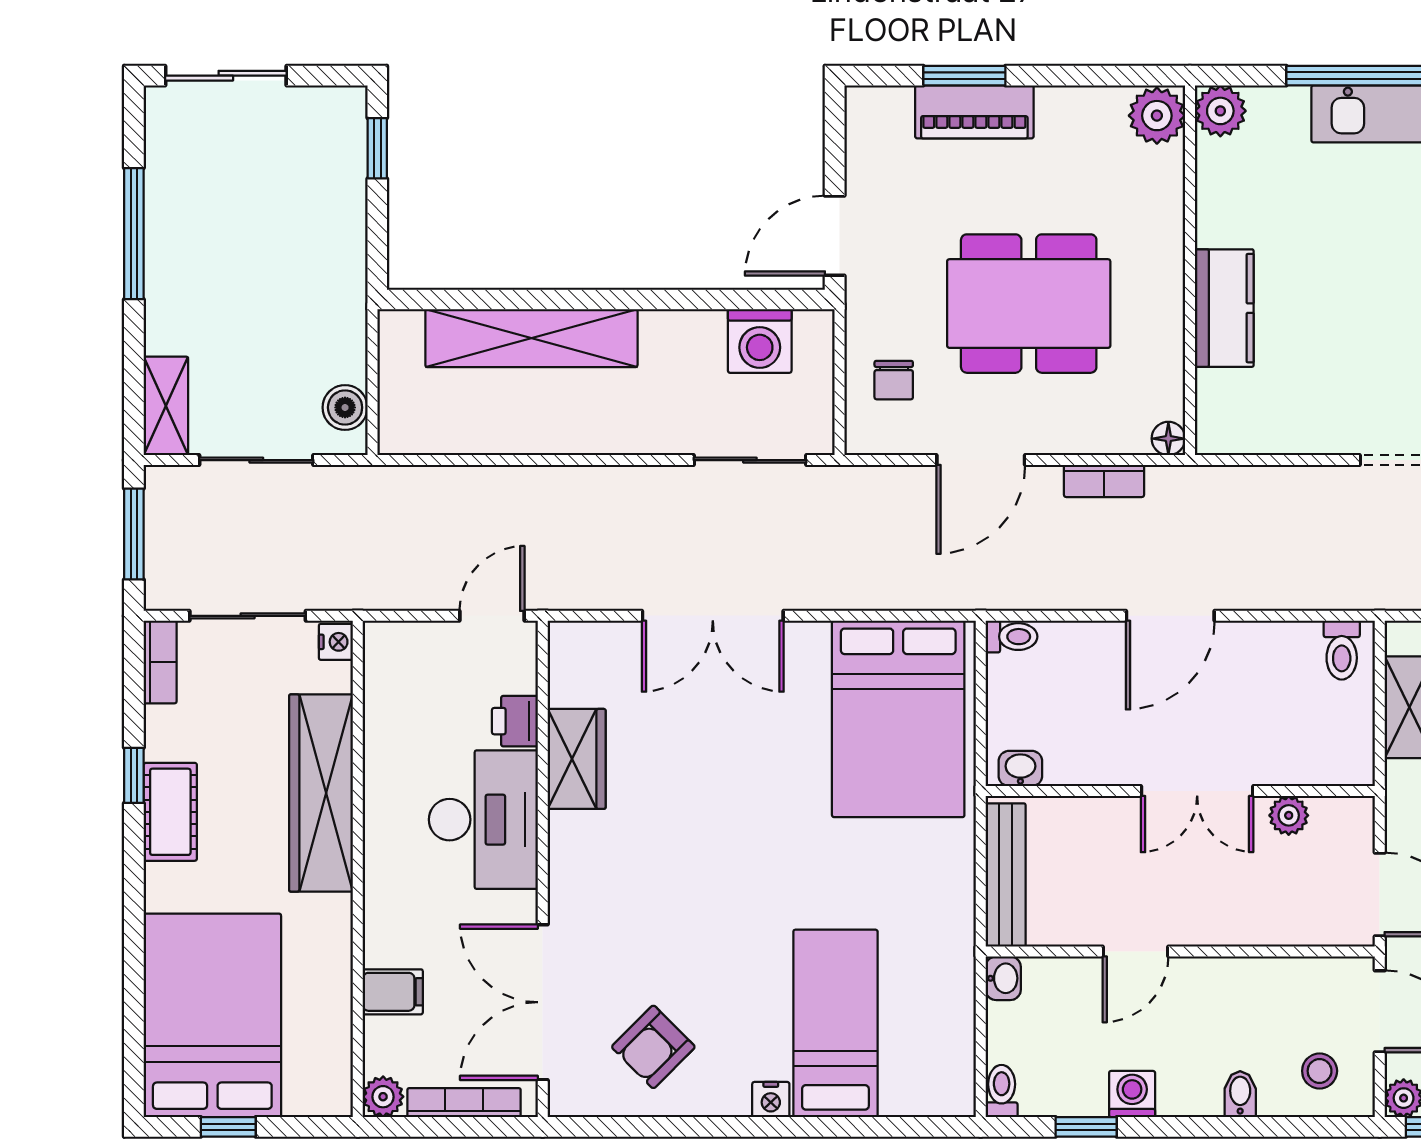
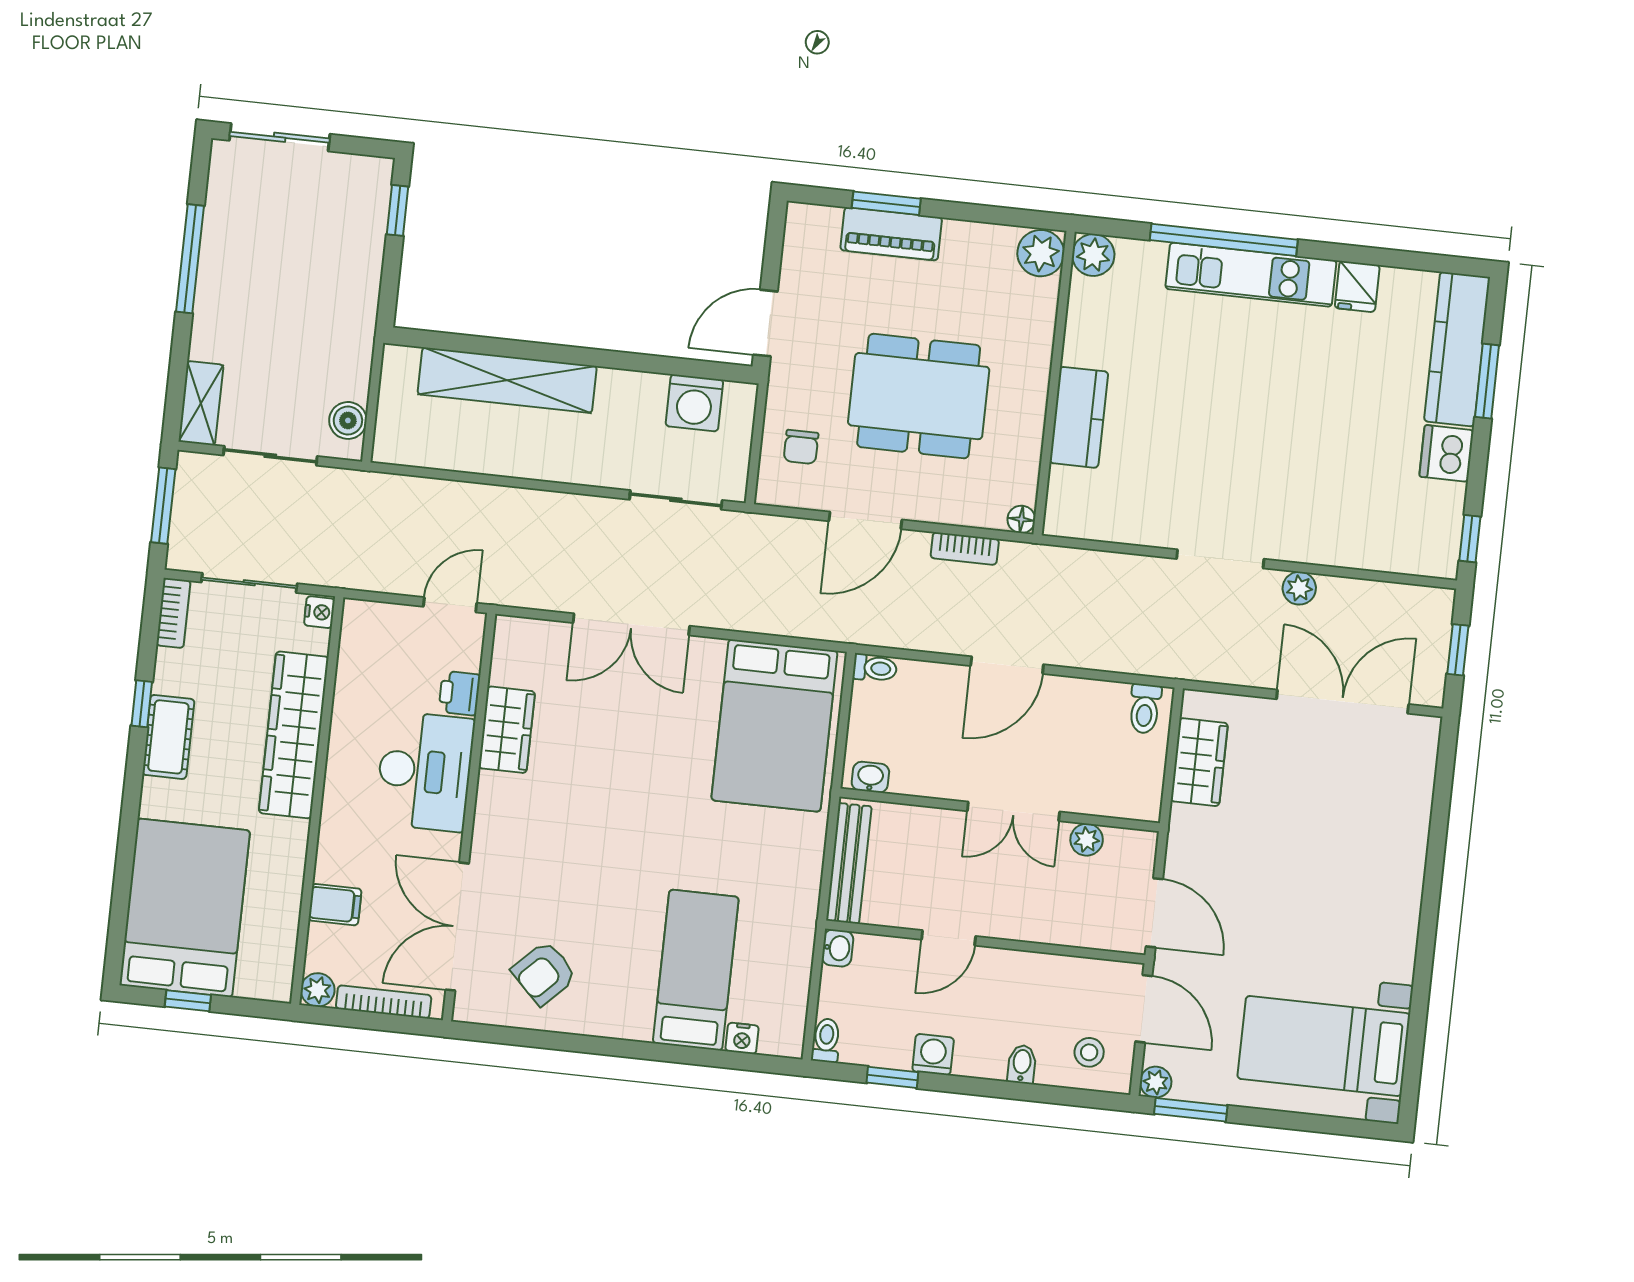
nightstand: (771, 1100) -> (742, 1038), moved

